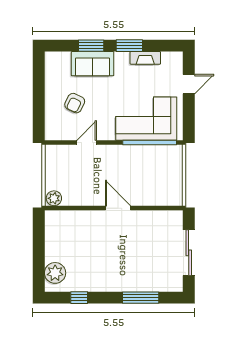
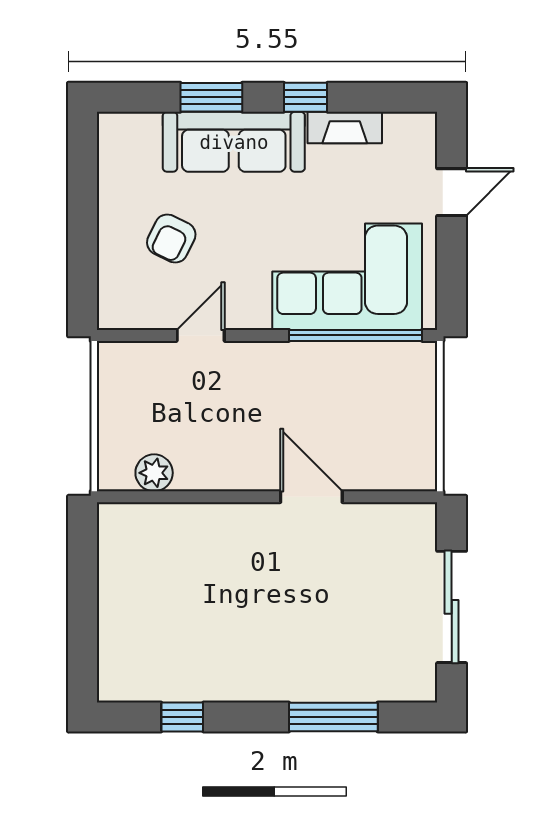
window: (129, 46) -> (306, 97), width x0.67
sofa: (93, 64) -> (234, 142), width x1.36
plant: (54, 198) -> (154, 473), moved
door: (118, 208) -> (311, 497), moved
plant: (55, 273) -> (123, 656), removed

